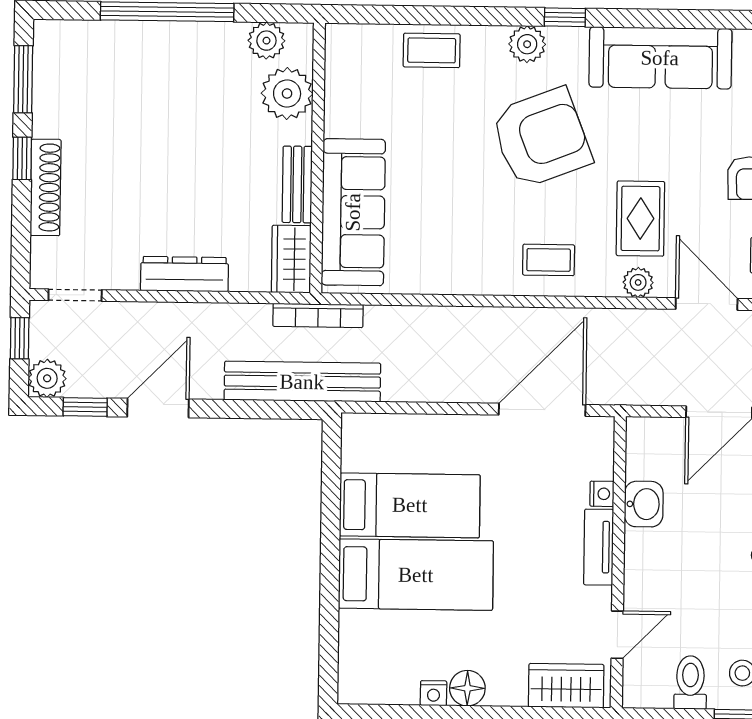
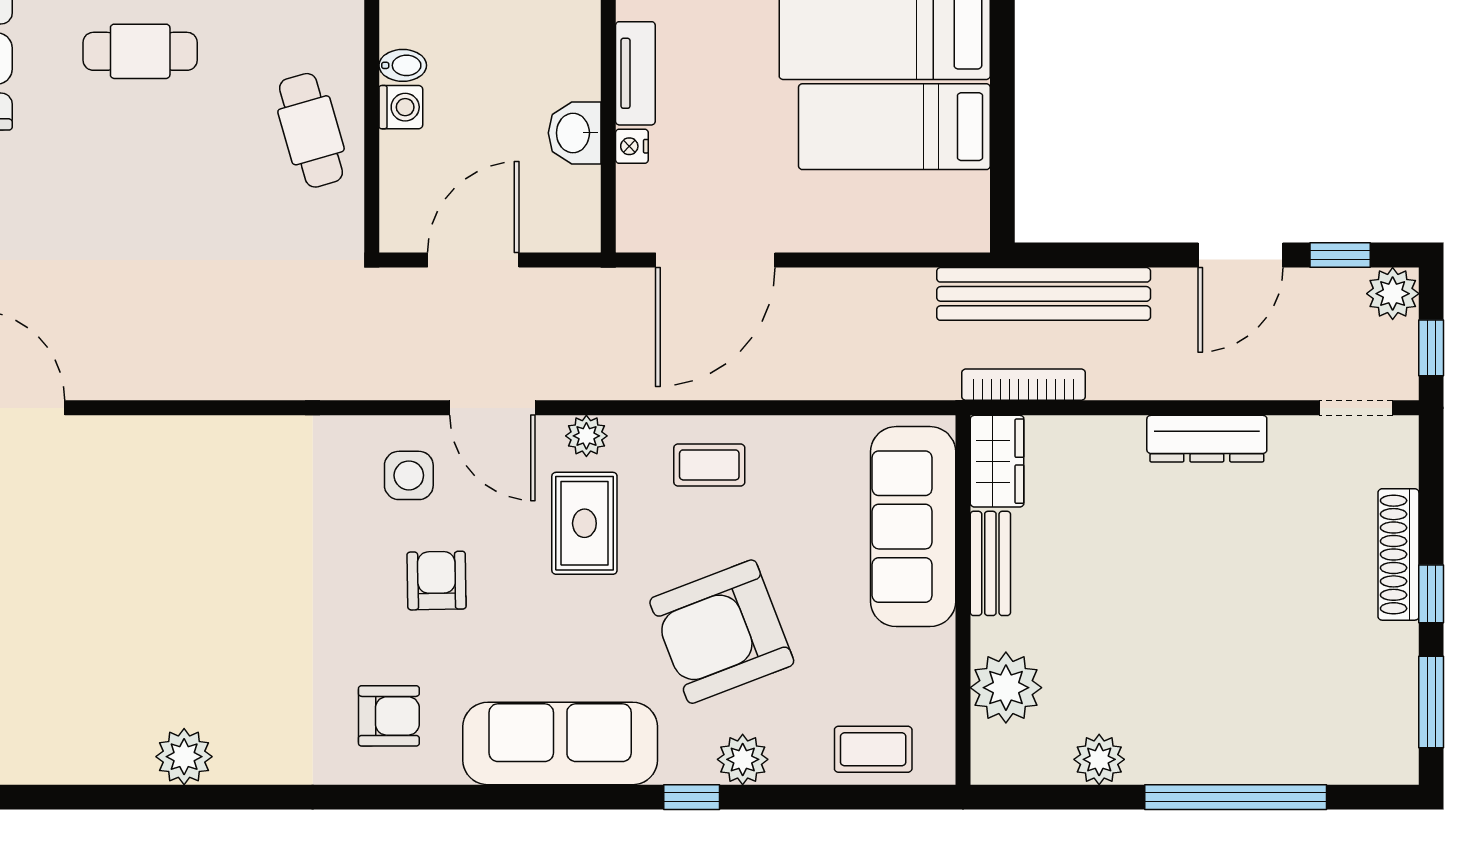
plant: (287, 93) -> (1006, 688), moved
wall: (318, 158) -> (963, 600), moved
bench: (297, 184) -> (990, 563), moved
sofa: (353, 212) -> (913, 527), moved
wardrobe: (291, 259) -> (997, 461), moved

